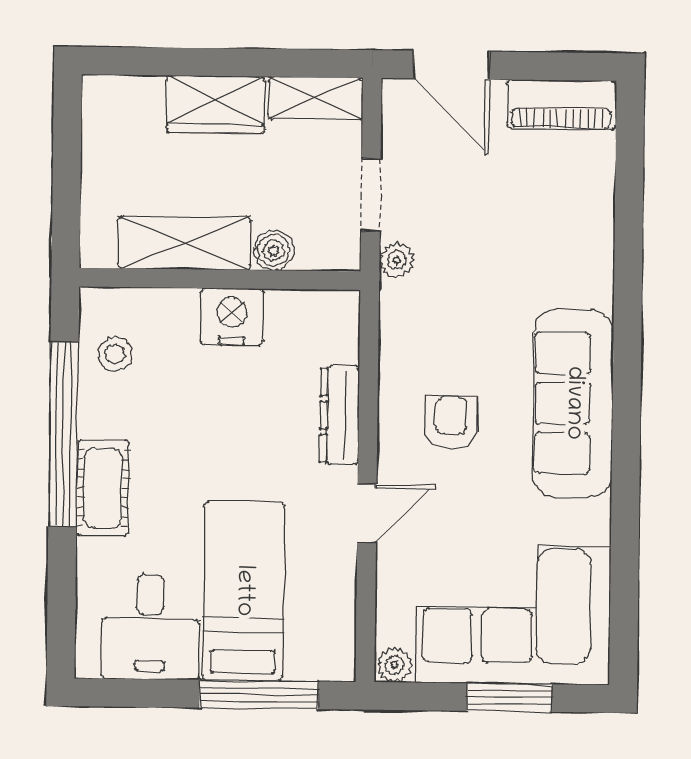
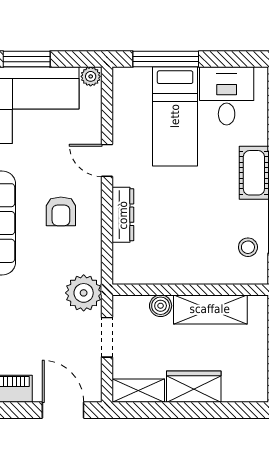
plant: (397, 260) -> (84, 293), width x1.88, depth x1.88
nightstand: (232, 317) -> (183, 269), removed
door: (367, 513) -> (107, 160), hinge flipped

